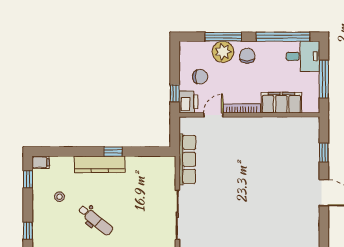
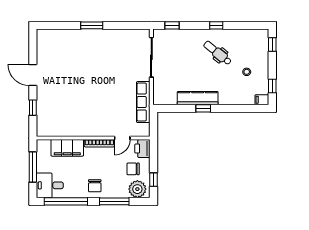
plant: (223, 52) -> (137, 189), moved
window: (175, 93) -> (153, 180), moved
kitchen counter: (100, 164) -> (198, 98), moved

